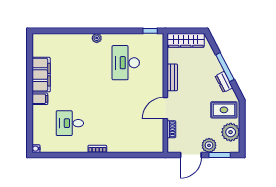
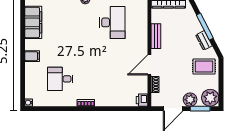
desk: (126, 63) -> (112, 22), turned 180
filing cabinet: (41, 75) -> (33, 22), moved
plant: (231, 132) -> (210, 98), moved
printer: (158, 146) -> (142, 100), added

